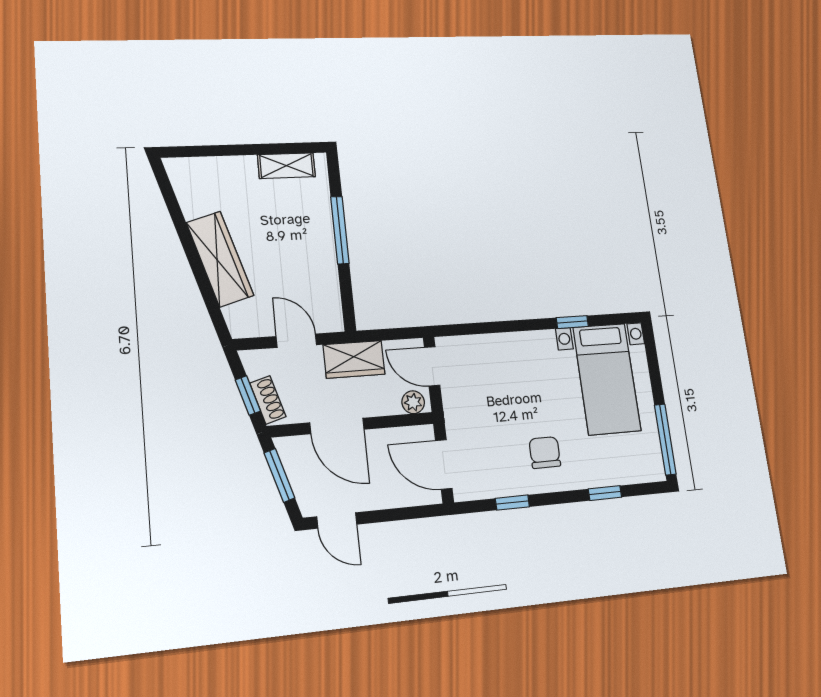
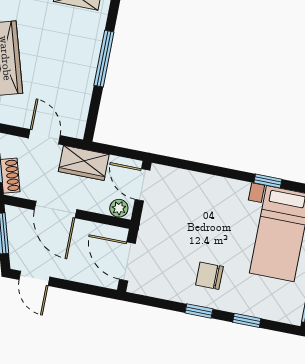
chair: (545, 453) -> (209, 276), turned -90
window: (512, 503) -> (199, 311), moved

